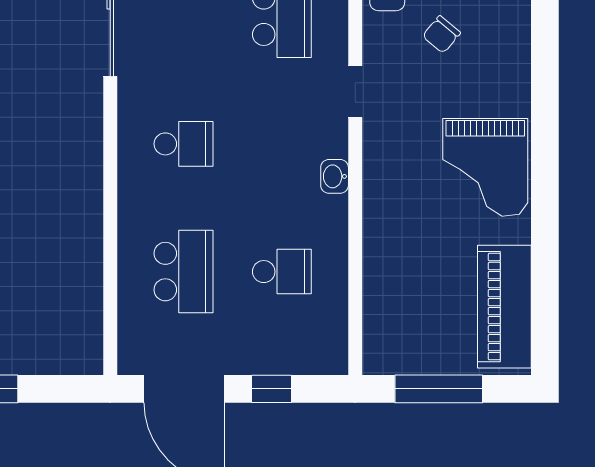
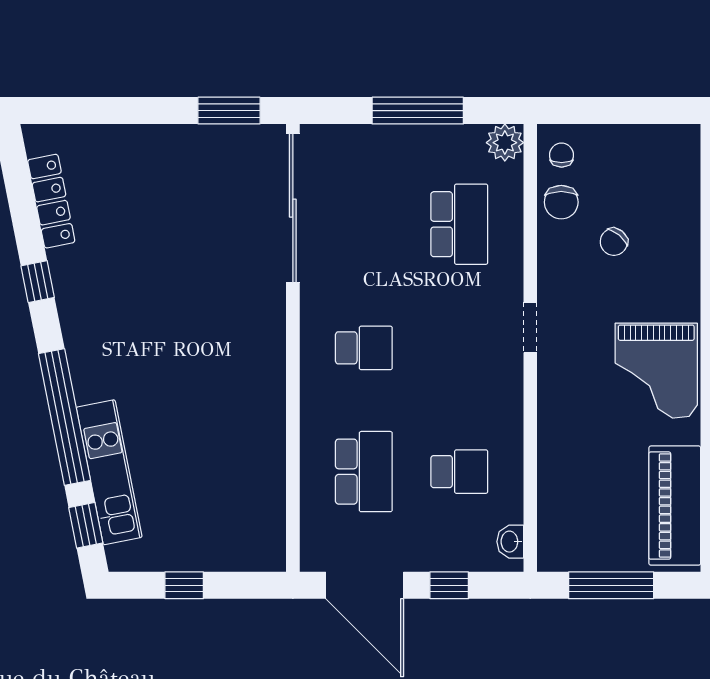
doorway: (355, 92) -> (530, 327), moved
washbasin: (335, 176) -> (510, 542), moved

